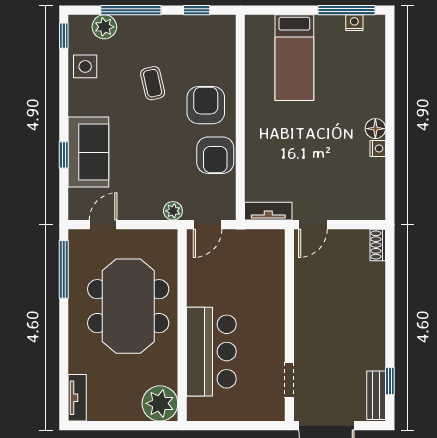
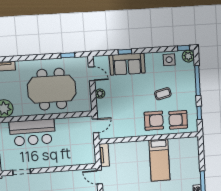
plant: (104, 27) -> (188, 56), moved
bed: (294, 58) -> (159, 160), moved, turned -90
armchair: (215, 155) -> (178, 120), moved
plant: (173, 211) -> (100, 94), moved
door: (208, 225) -> (95, 126), swing flipped
window: (64, 269) -> (68, 55), width x0.46

